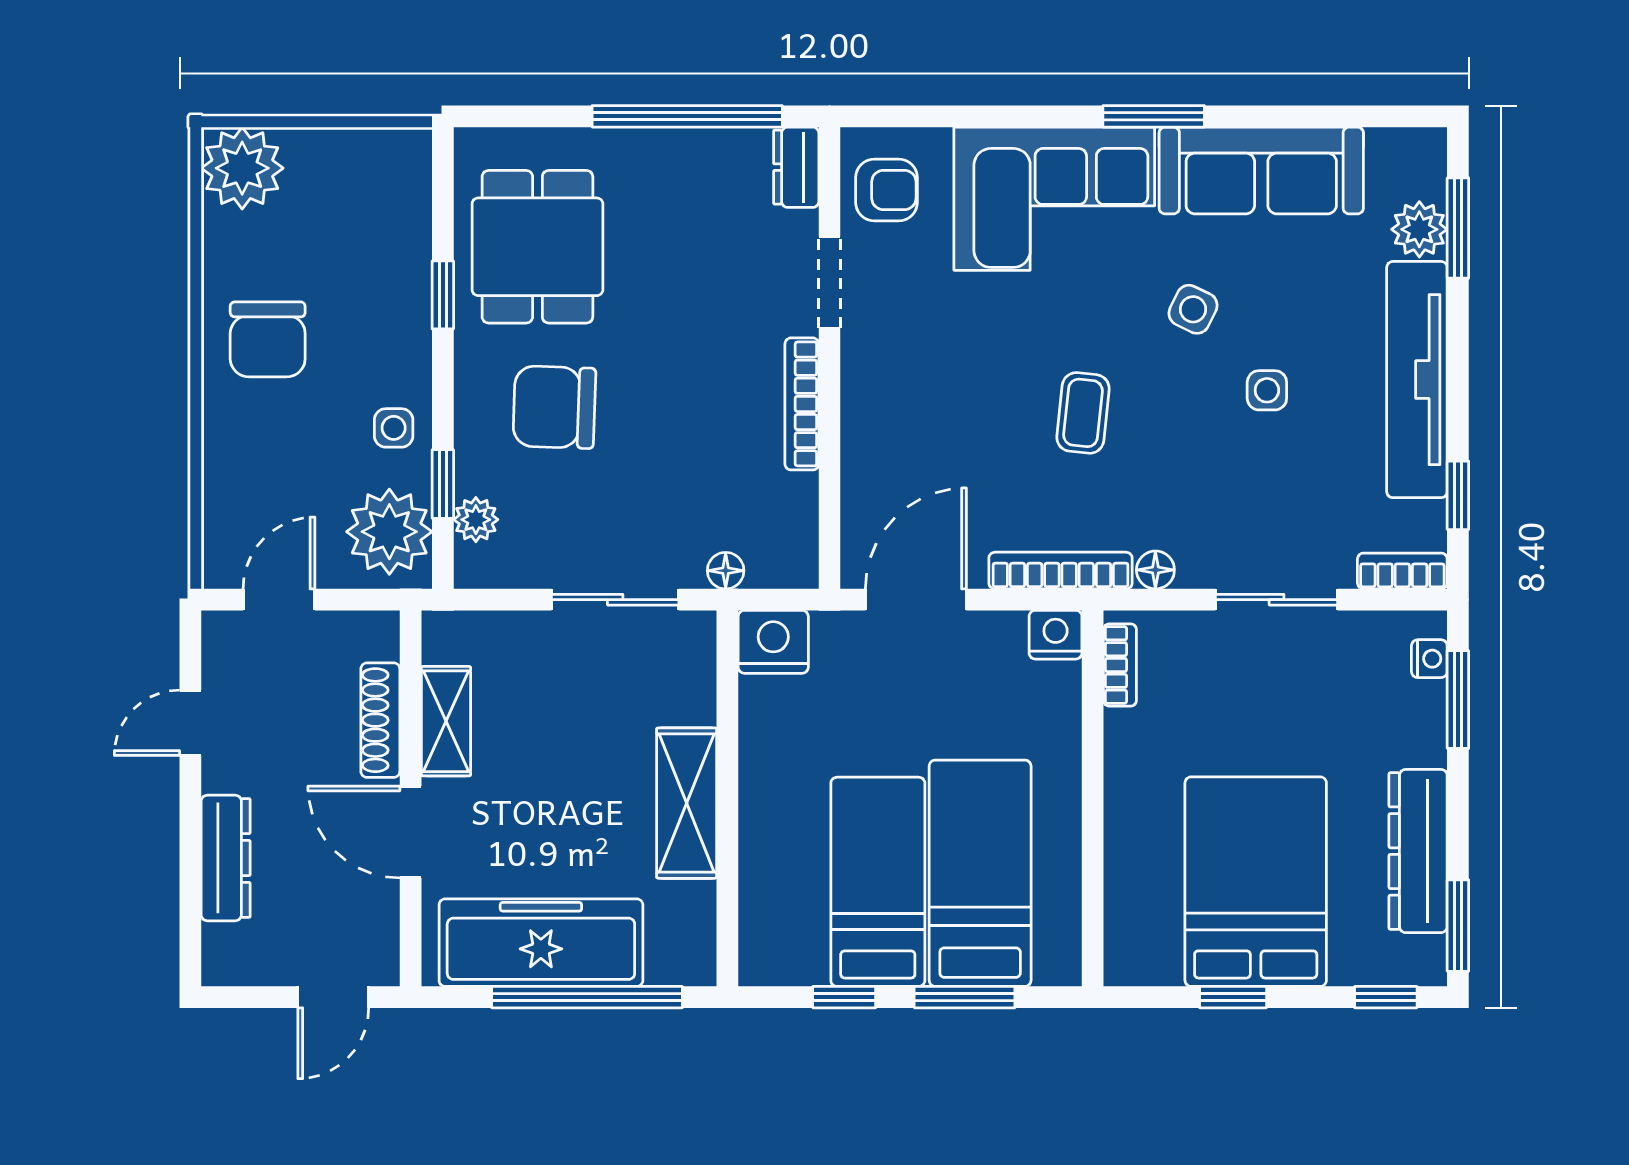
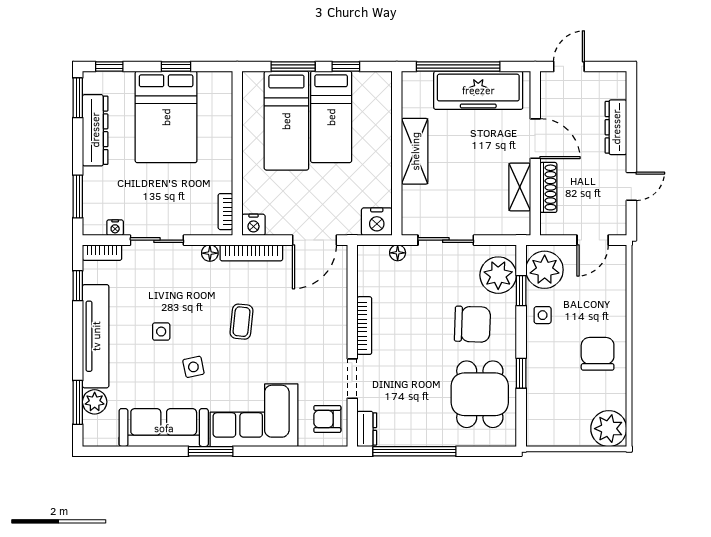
side table: (1193, 309) -> (193, 367), turned -38
plant: (476, 520) -> (498, 275), width x1.88, depth x1.88
nightstand: (1429, 659) -> (115, 228), moved, turned -90

